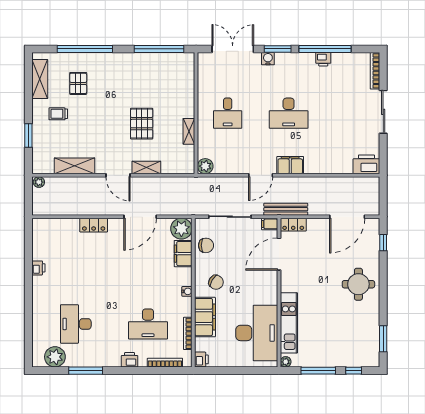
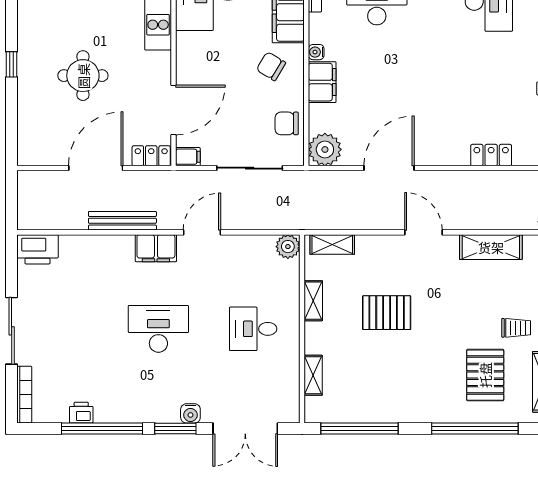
printer: (323, 59) -> (81, 413), moved
pallet: (78, 83) -> (485, 375), width x1.50, depth x1.42
shelving: (189, 83) -> (313, 375), added
desk: (228, 113) -> (253, 329), turned -90
pallet: (142, 124) -> (387, 313), turned 90
shelving: (146, 167) -> (332, 244), moved
bench: (286, 209) -> (122, 221), moved
door: (347, 217) -> (96, 168), moved
locker: (94, 225) -> (491, 155), moved
window: (383, 243) -> (12, 64), moved
filing cabinet: (183, 254) -> (322, 82), moved
round table: (358, 284) -> (83, 76), moved

